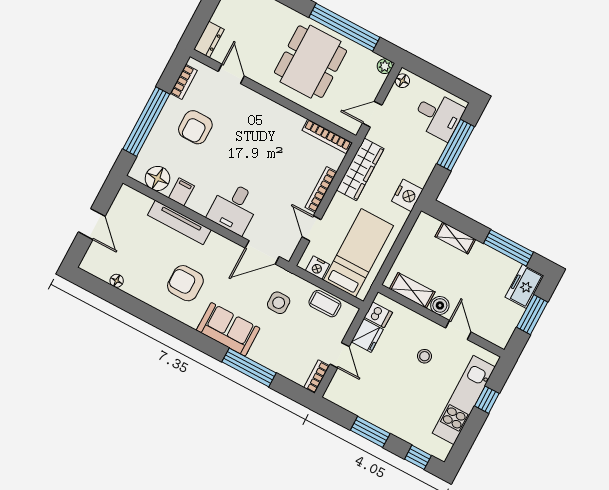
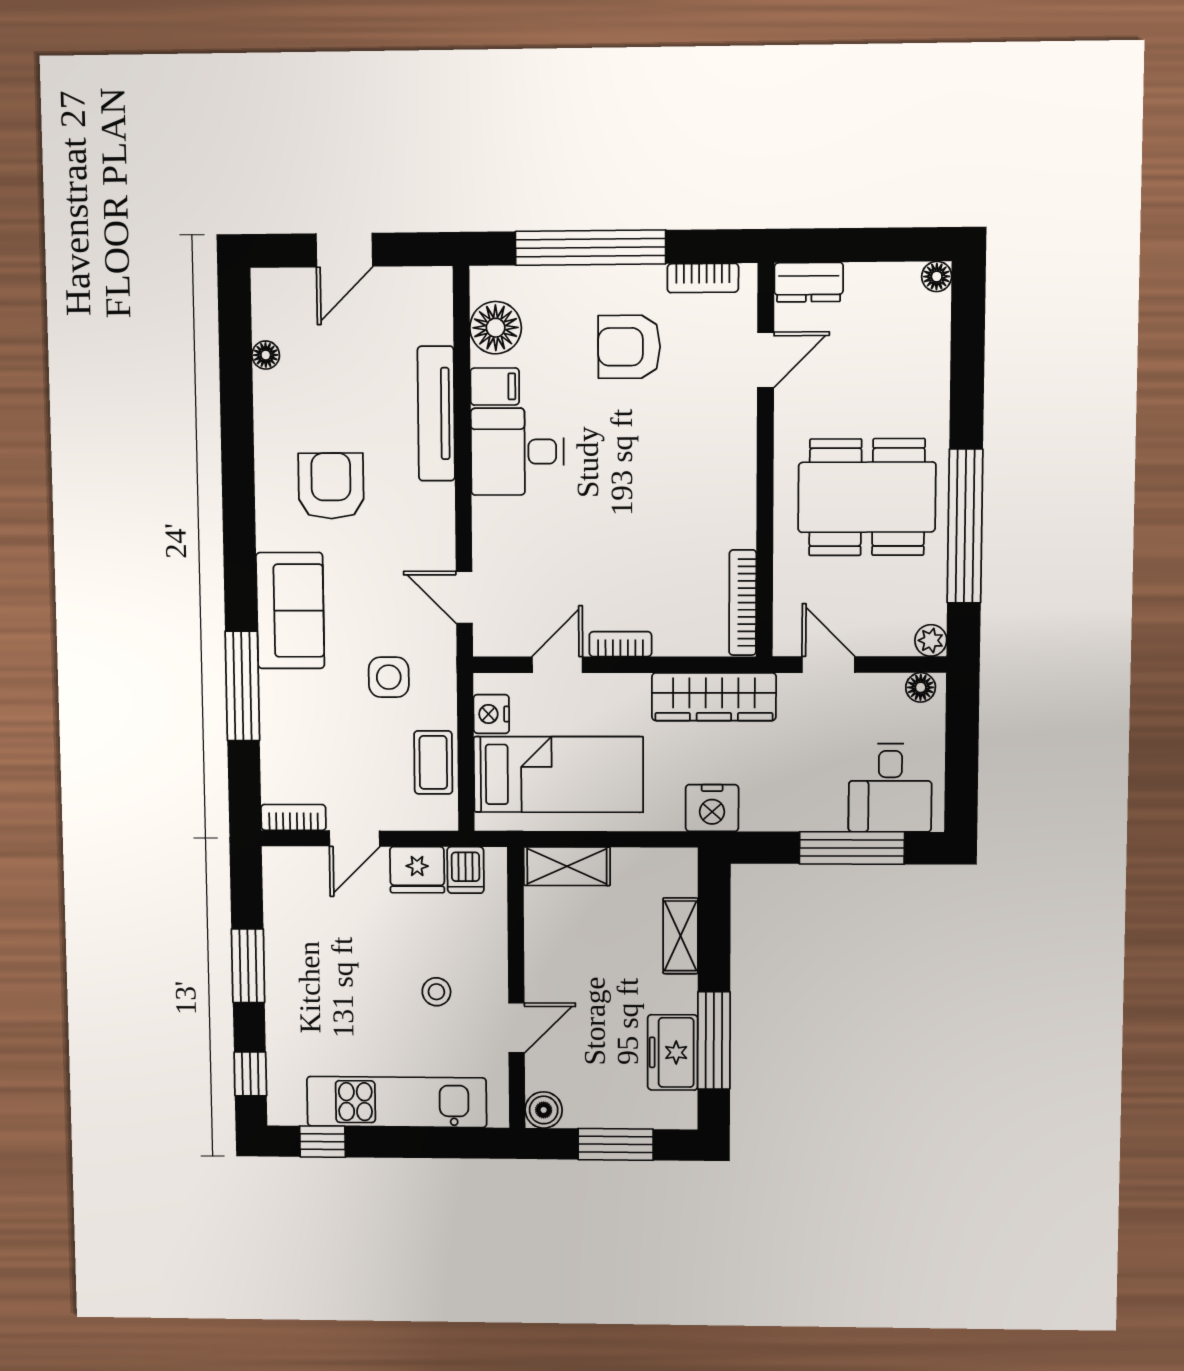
bookcase: (321, 190) -> (620, 644), width x0.64
desk: (234, 208) -> (517, 452), moved
door: (262, 252) -> (464, 597), width x0.73
freezer: (524, 286) -> (673, 1052), moved, turned -90
shelving: (412, 290) -> (567, 866), moved, turned 90
boiler: (440, 305) -> (544, 1110), moved
window: (487, 400) -> (322, 1142), moved

